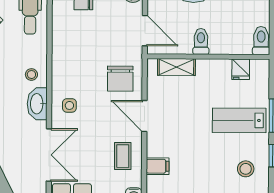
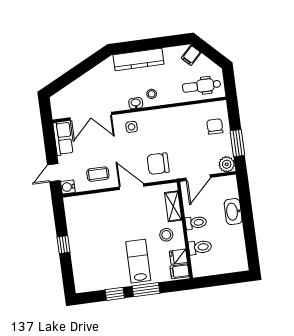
toilet: (261, 41) -> (200, 247), moved
washbasin: (37, 104) -> (136, 103), width x0.52, depth x0.69
door: (144, 116) -> (131, 187), hinge flipped
filing cabinet: (158, 166) -> (180, 271), moved, turned 90
stool: (246, 169) -> (166, 235), moved

